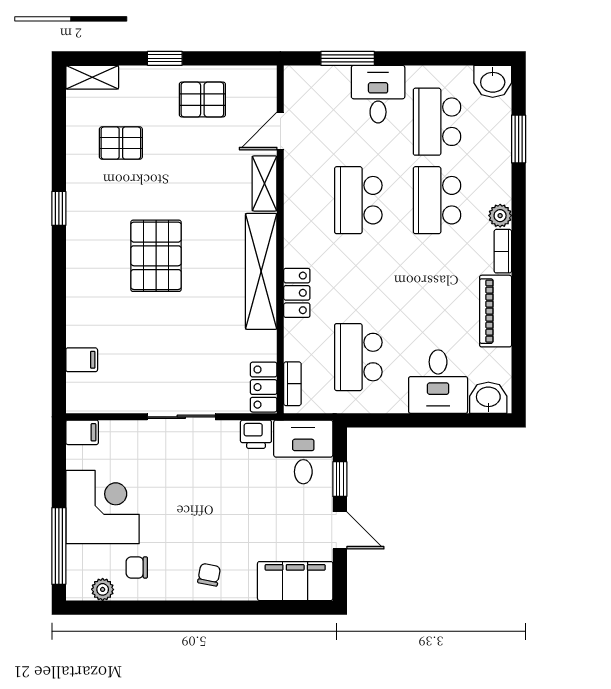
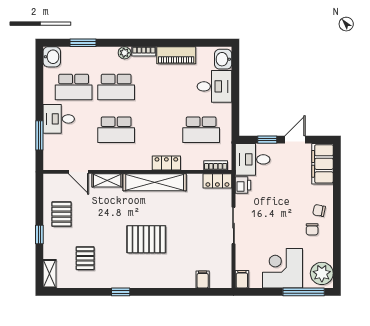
chair: (137, 567) -> (312, 229), moved
plant: (103, 589) -> (322, 273), width x1.87, depth x1.87

